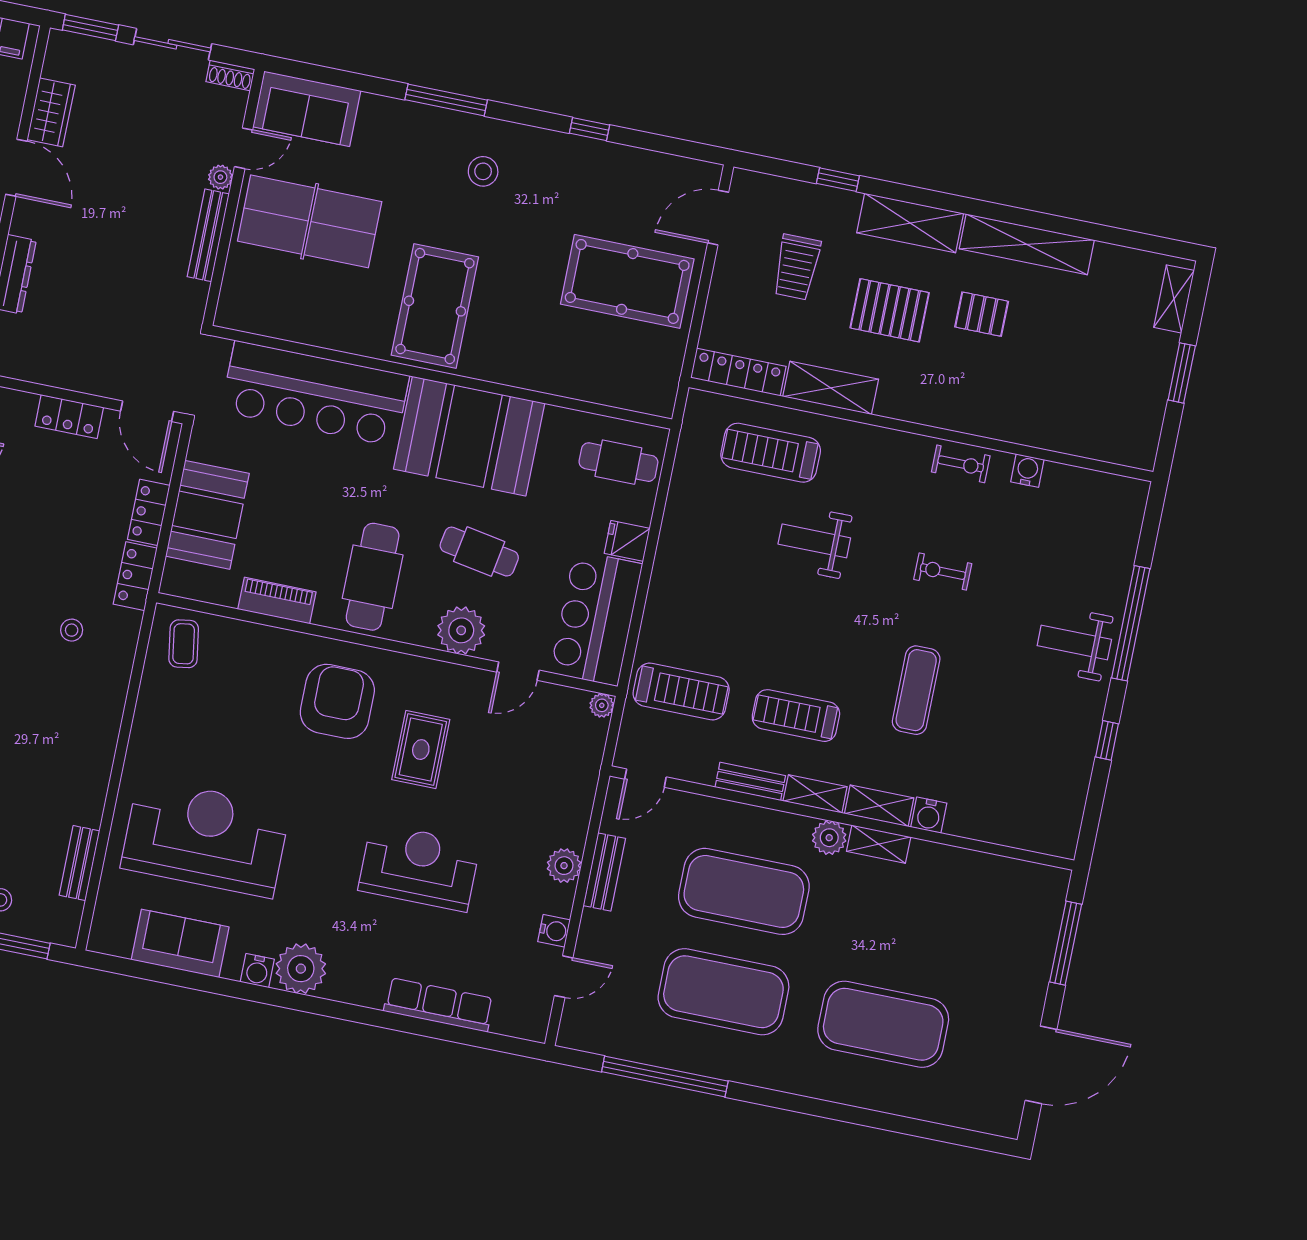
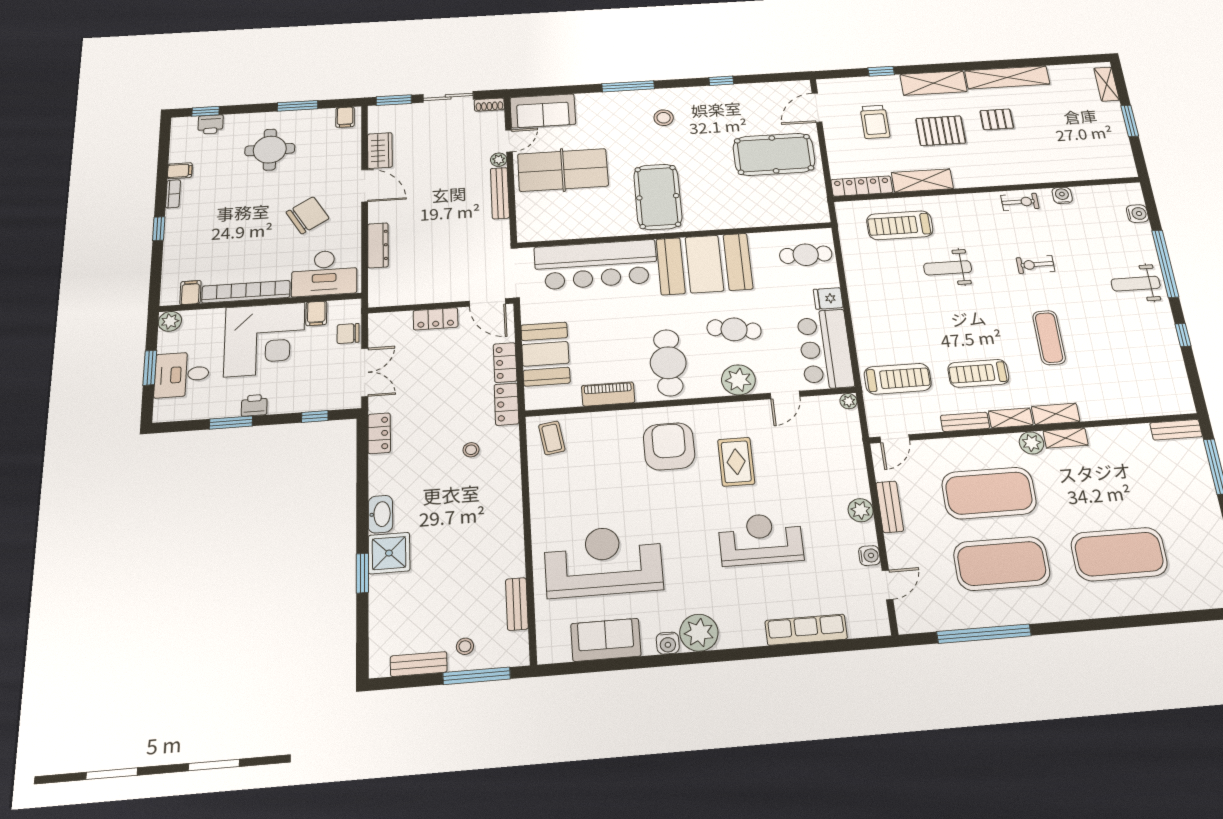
water cooler: (929, 815) -> (1137, 214), moved, turned -90
bench: (1035, 876) -> (1176, 430), added

